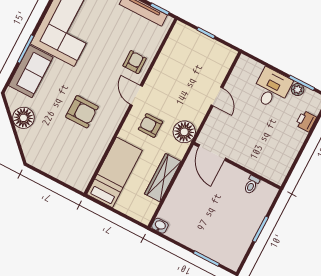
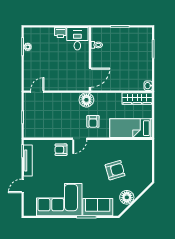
desk: (272, 89) -> (77, 39), moved, turned 90
door: (217, 96) -> (37, 92), moved
armchair: (82, 112) -> (115, 170), moved, turned 74
printer: (306, 121) -> (60, 33), moved
wardrobe: (163, 178) -> (137, 98), moved

